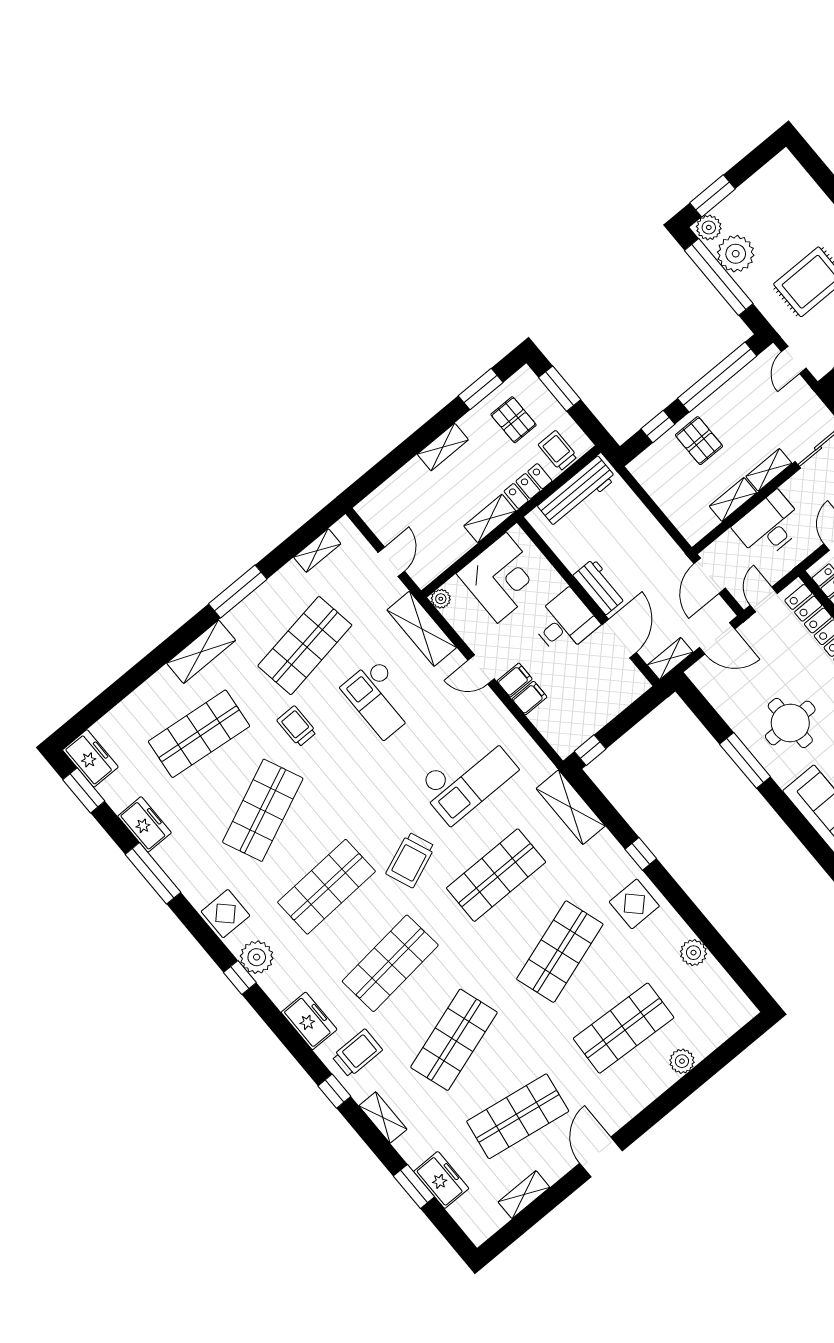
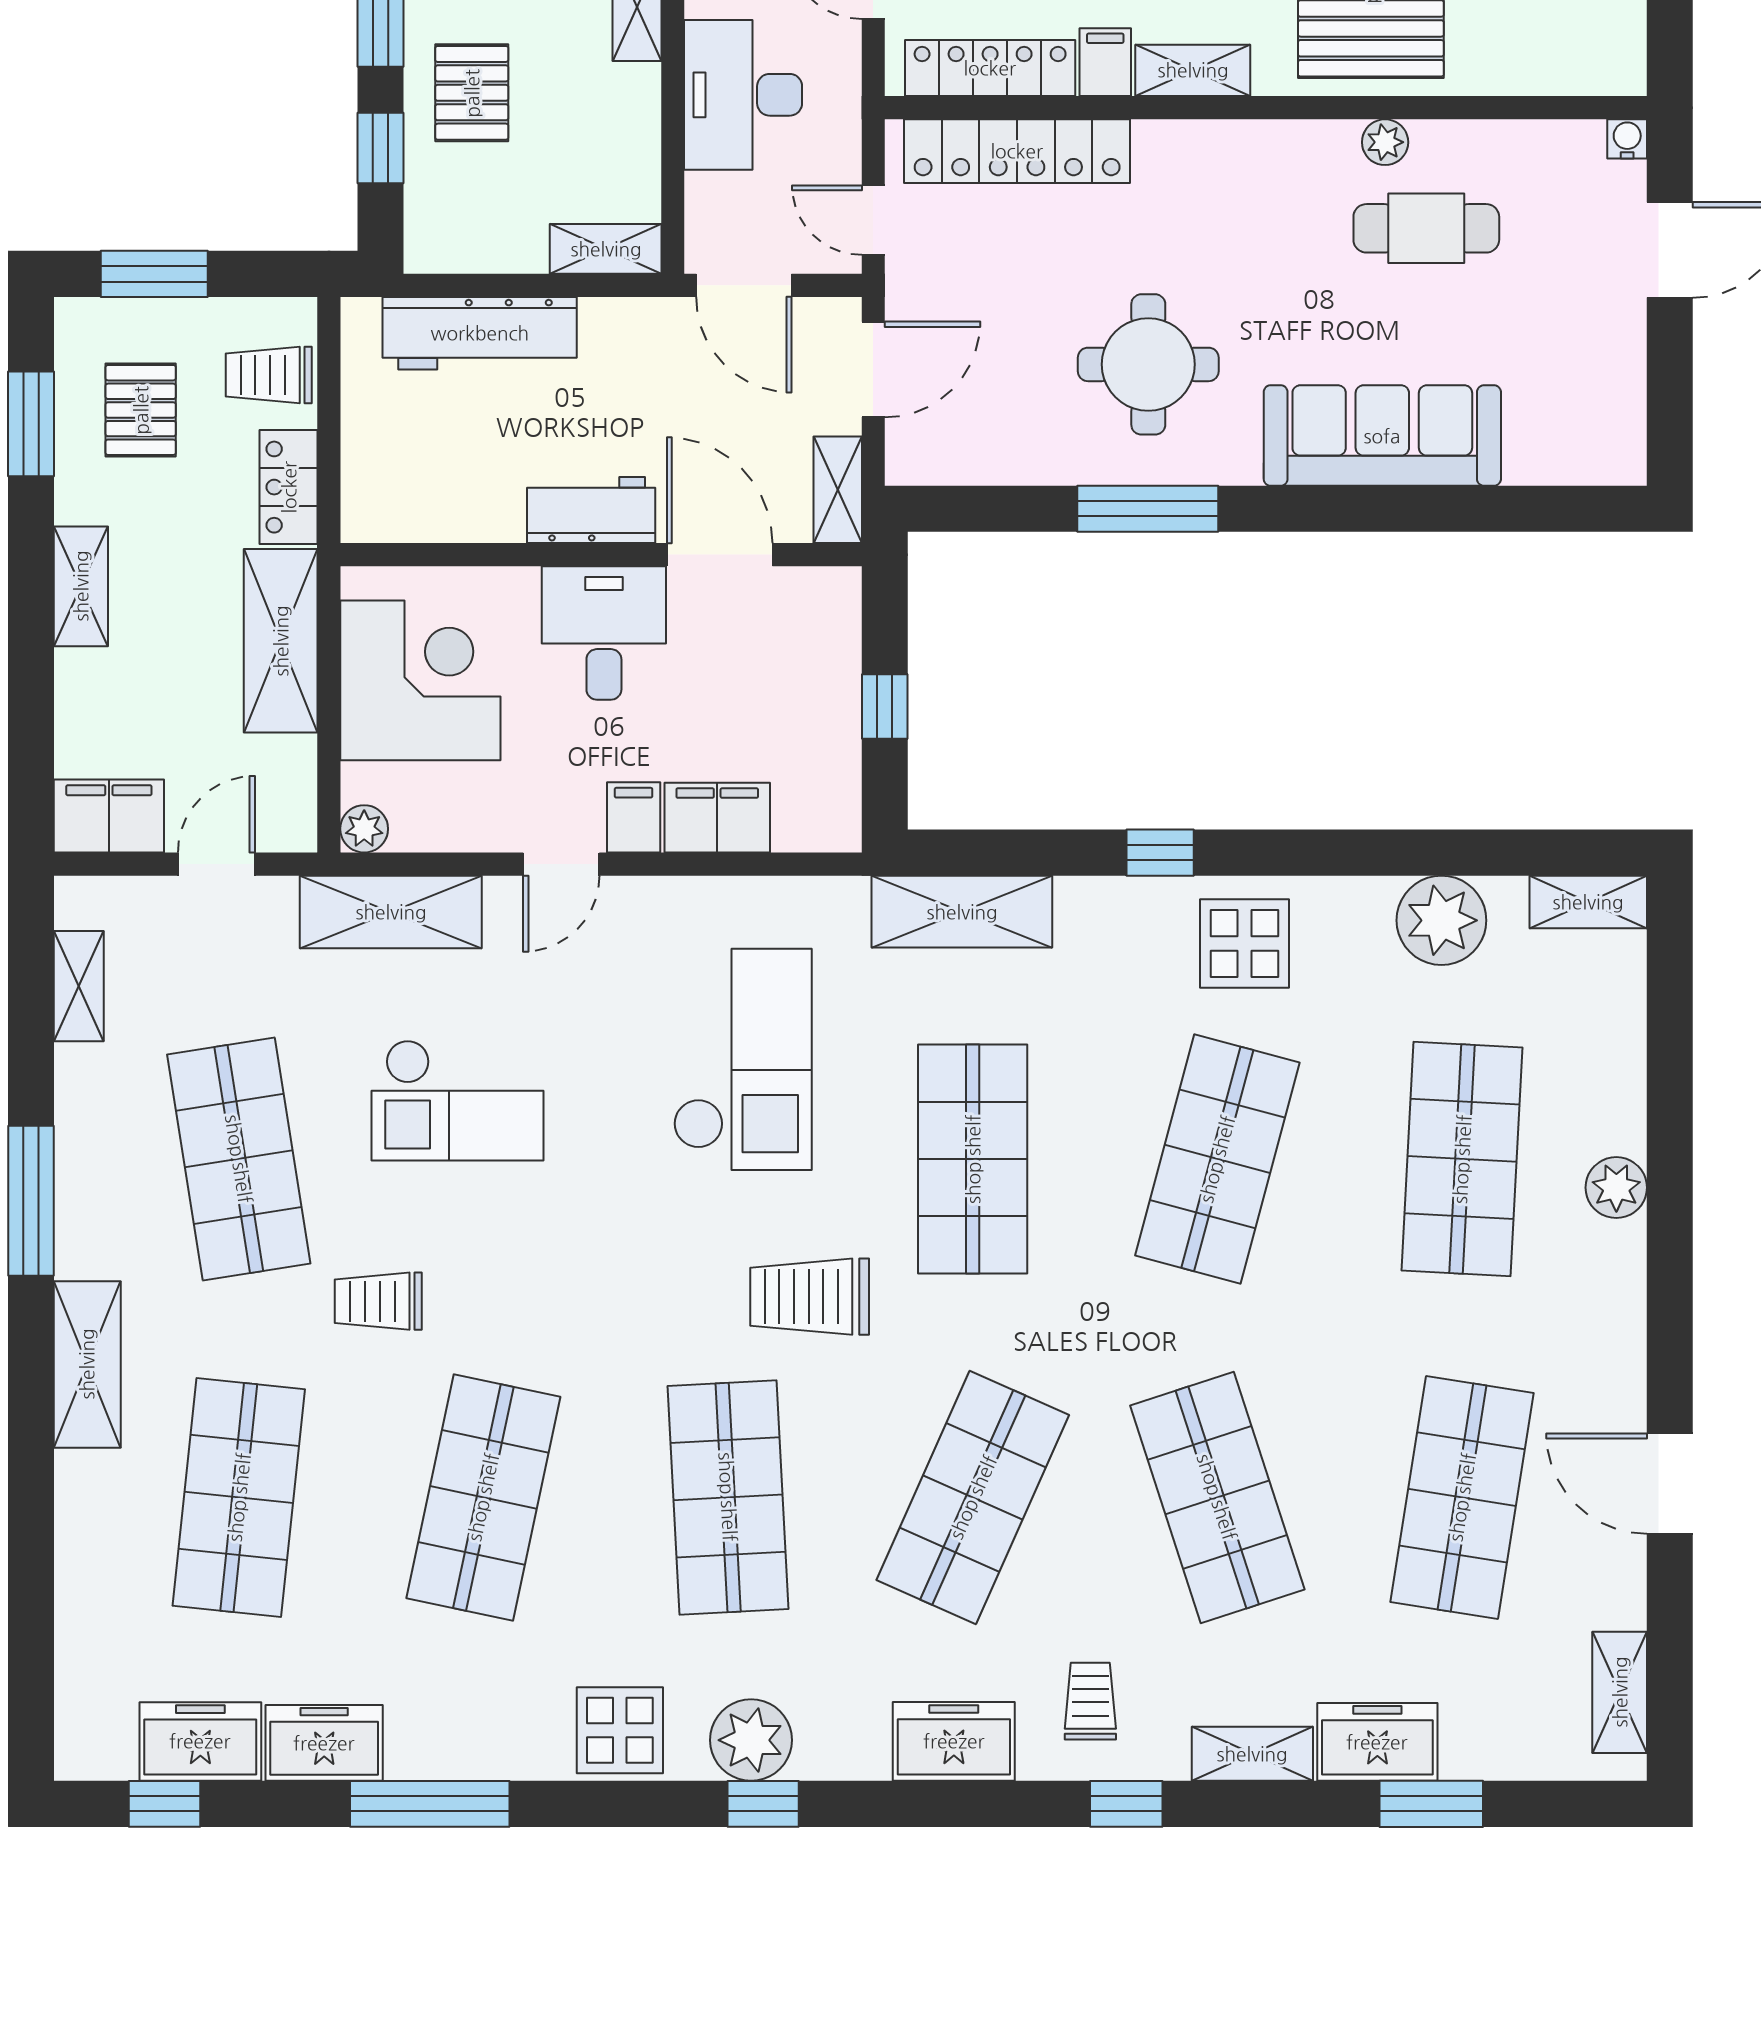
pallet: (514, 420) -> (141, 410), turned 90
pallet: (699, 441) -> (472, 93), turned 90
workbench: (577, 492) -> (480, 333), moved, turned 90
shelving: (733, 499) -> (606, 249), moved, turned 90
filing cabinet: (378, 516) -> (109, 816), added
shelving: (490, 519) -> (281, 641), width x1.50, depth x1.33
door: (391, 562) -> (216, 864), hinge flipped
filing cabinet: (529, 698) -> (717, 818), width x2.00
window: (590, 750) -> (885, 707), moved
freezer: (90, 758) -> (200, 1741), moved
window: (84, 790) -> (164, 1804), width x0.67
shop shelf: (263, 810) -> (483, 1497), turned 36
trolley: (411, 860) -> (810, 1297), turned 112
shop shelf: (560, 952) -> (1217, 1159), turned 33
plant: (693, 953) -> (1441, 920), width x1.36, depth x1.36
shop shelf: (390, 963) -> (973, 1497), turned 30
shelving: (737, 1001) -> (1588, 902), added
trolley: (357, 1053) -> (1090, 1701), width x0.73, depth x0.72
plant: (682, 1061) -> (1616, 1188), moved
door: (601, 1157) -> (1670, 1484), moved
freezer: (441, 1180) -> (1377, 1742), moved
shelving: (524, 1195) -> (1620, 1692), moved

